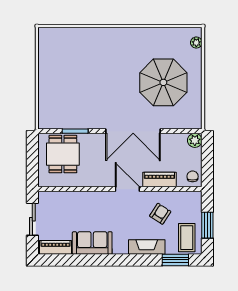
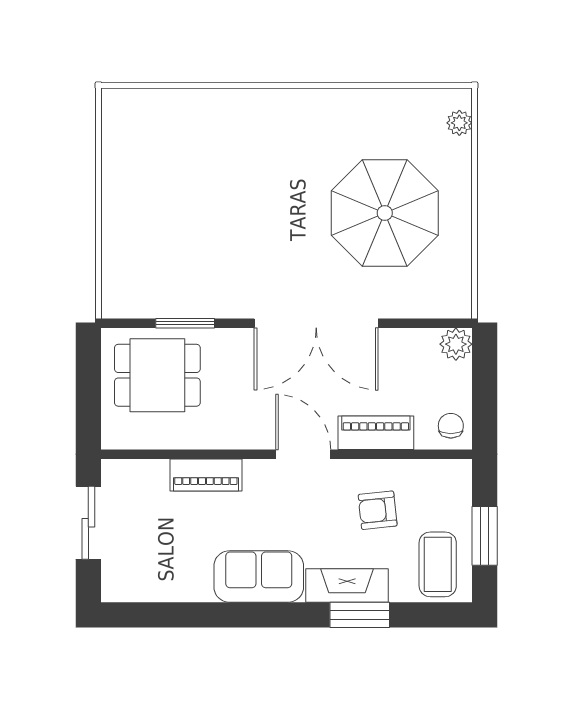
dining table: (63, 154) -> (157, 375), turned 90
armchair: (160, 214) -> (378, 510), turned -129
sofa: (92, 243) -> (259, 577), moved
piano: (56, 247) -> (206, 475), moved, turned 180
window: (175, 260) -> (360, 615), moved

